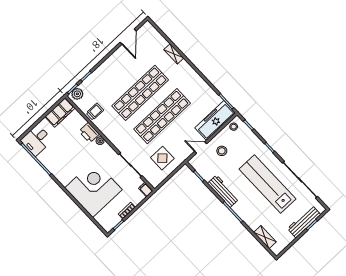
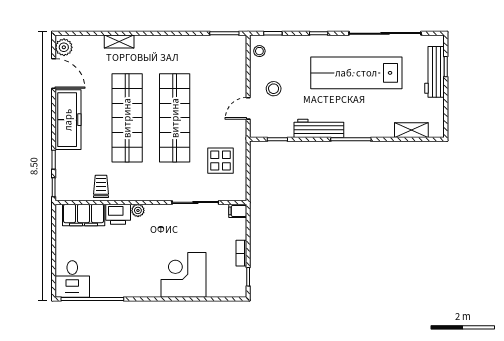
plant: (77, 94) -> (64, 47), moved
filing cabinet: (60, 112) -> (84, 215), moved, turned 90
freezer: (215, 120) -> (68, 120), moved, turned 180
corner desk: (93, 189) -> (183, 275), width x0.74, depth x0.74

